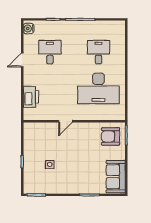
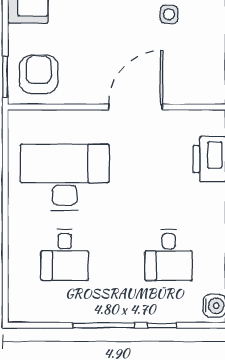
door: (65, 121) -> (135, 107), width x1.88
armchair: (111, 136) -> (39, 74), turned -90

